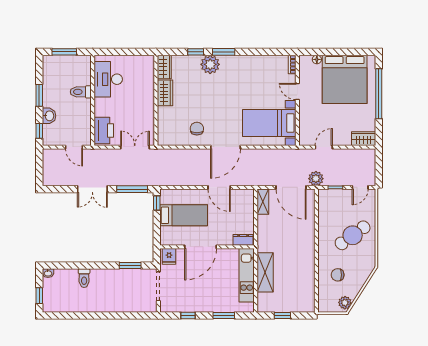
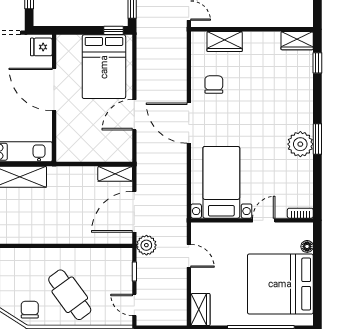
window: (196, 52) -> (317, 63), moved
window: (224, 52) -> (317, 139), moved
plant: (210, 64) -> (300, 144), moved
wardrobe: (165, 93) -> (225, 41), moved
chair: (197, 129) -> (214, 85), turned -90
bed: (184, 215) -> (104, 67), width x1.50
dresser: (243, 240) -> (64, 147), removed
chair: (338, 275) -> (30, 310), moved

